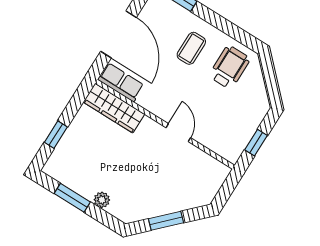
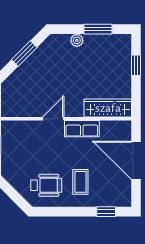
wheelchair: (230, 67) -> (46, 185), turned -90
row of seats: (121, 82) -> (82, 129), moved
door: (178, 133) -> (53, 119), swing flipped

